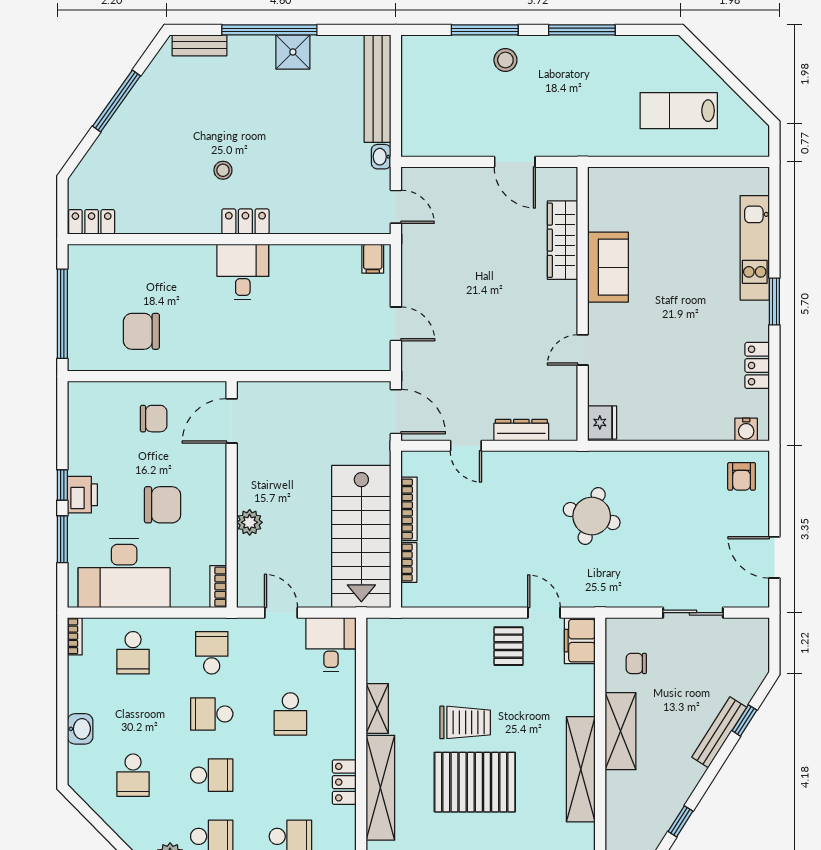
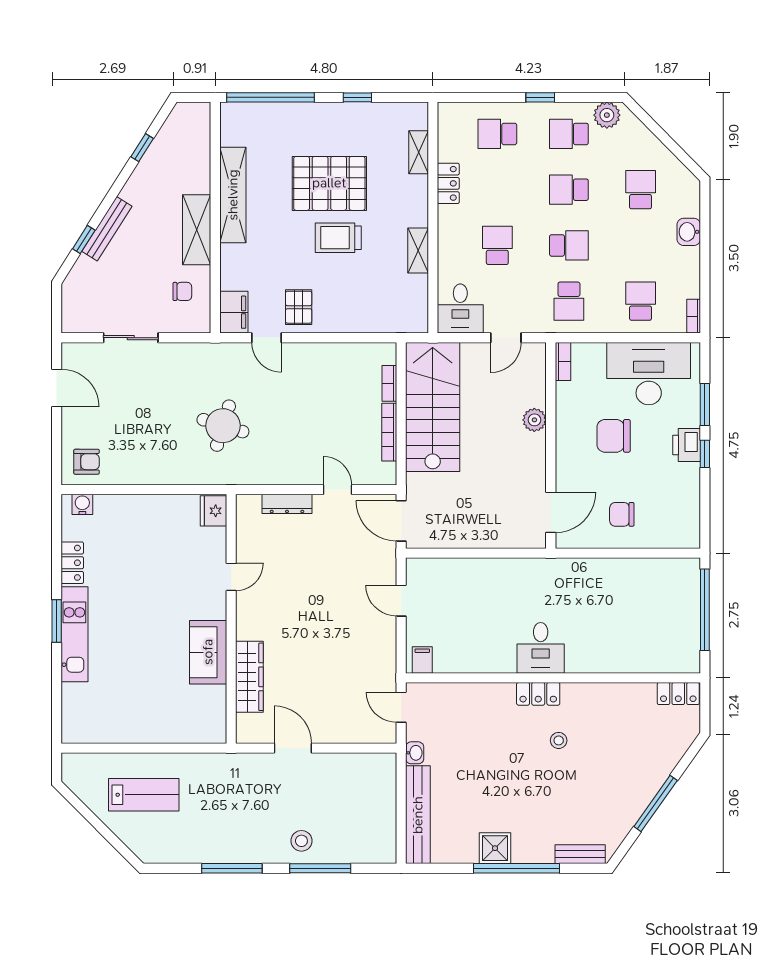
kitchen unit: (755, 248) -> (74, 634), moved
chair: (141, 331) -> (633, 594), removed
armchair: (742, 476) -> (86, 462), turned 90
door: (281, 613) -> (506, 338), hinge flipped
shelving: (380, 788) -> (419, 152), width x0.45, depth x0.75

